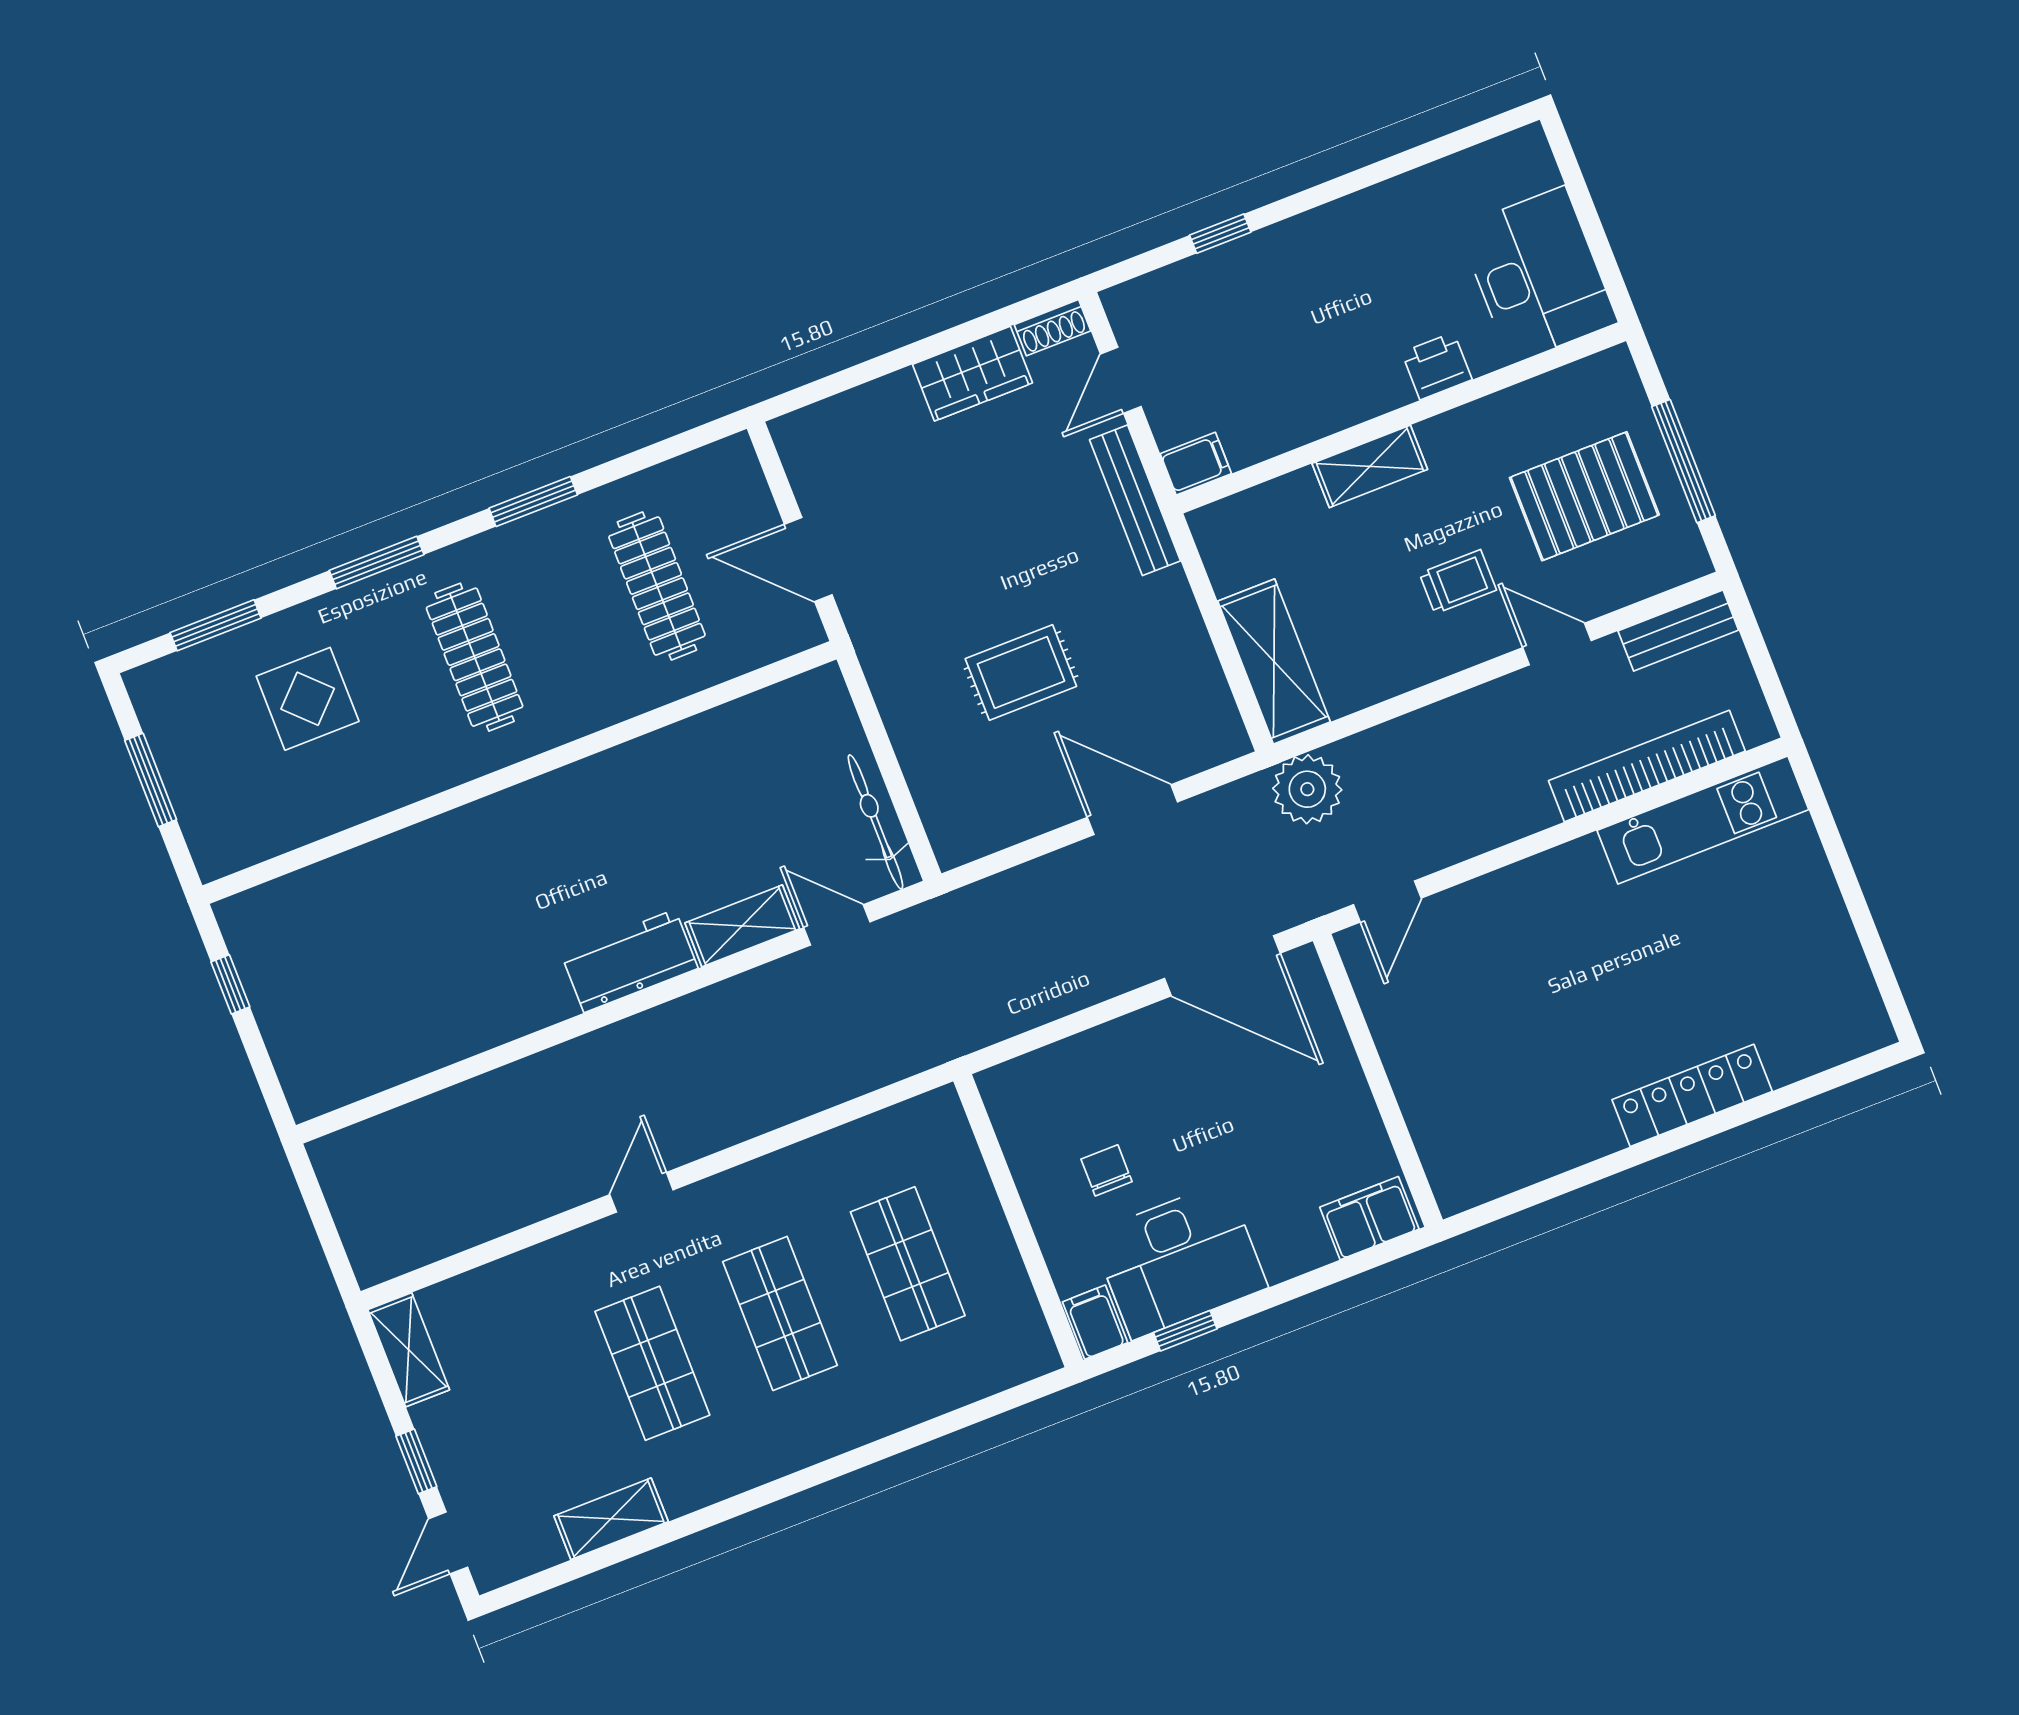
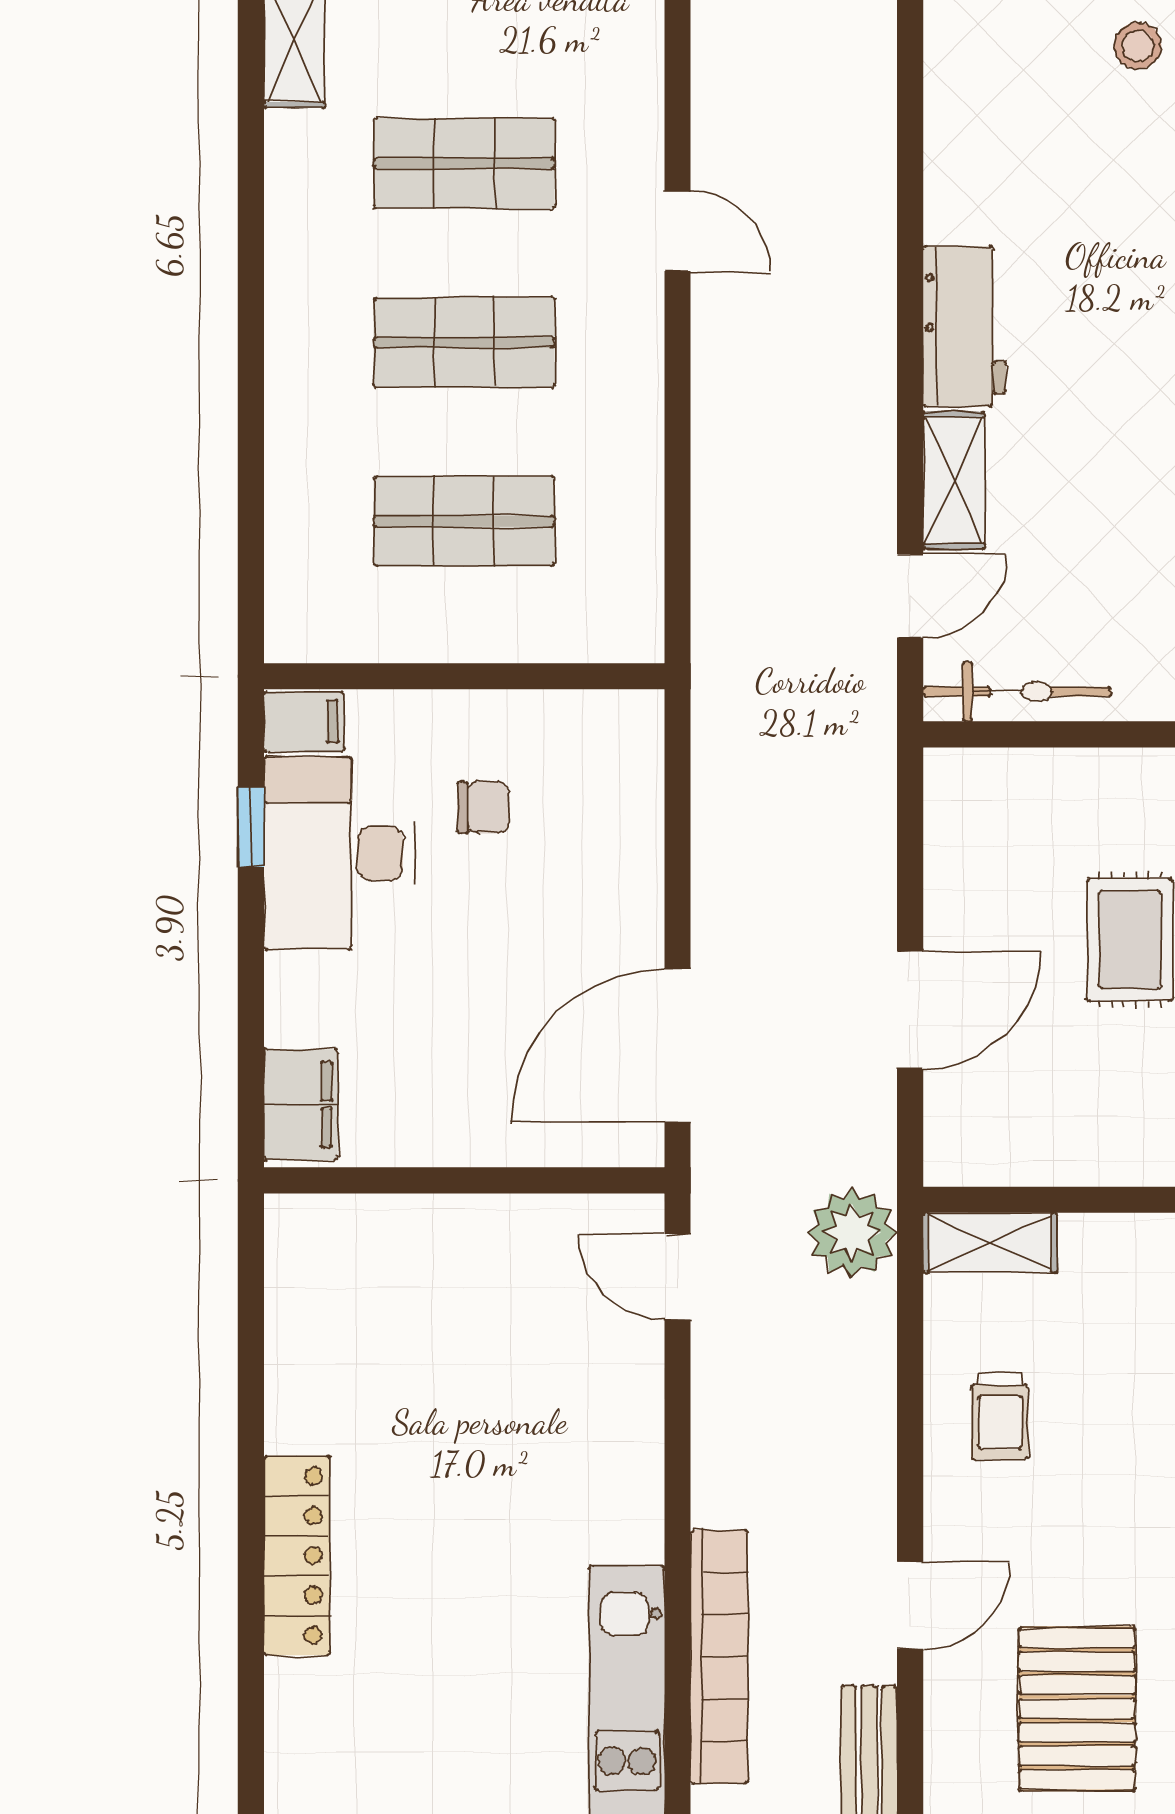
trolley: (1458, 582) -> (1000, 1416), moved
shelving: (1274, 661) -> (990, 1243), width x0.67, depth x0.75
stool: (381, 915) -> (1138, 46), added

